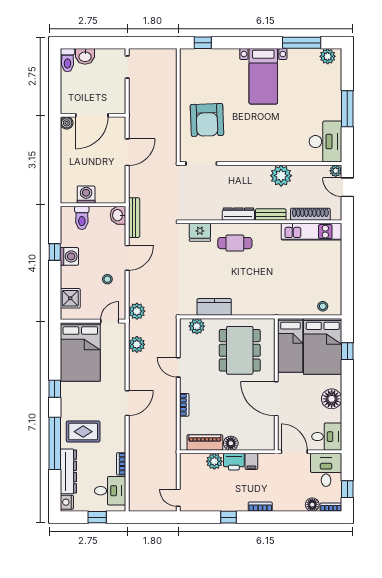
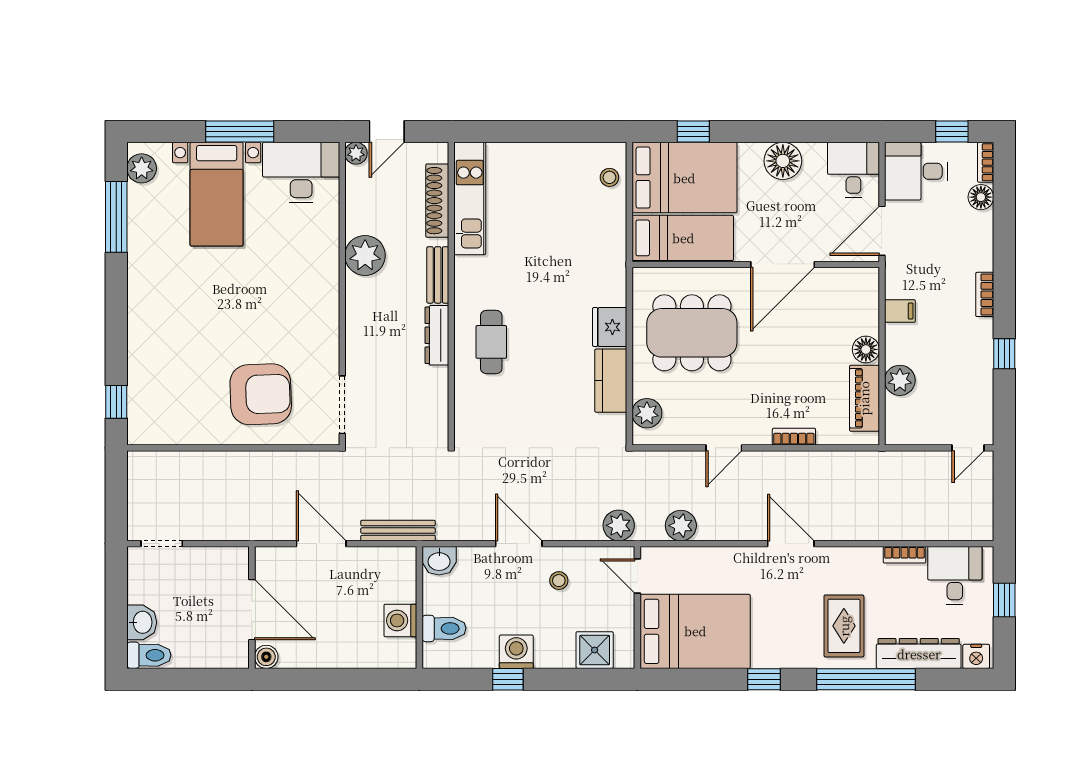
bed with nightstands: (263, 76) -> (217, 194), moved, turned 90
bench: (134, 218) -> (398, 531), moved
fridge: (200, 232) -> (610, 327), moved, turned 180
printer: (234, 462) -> (900, 344), removed

